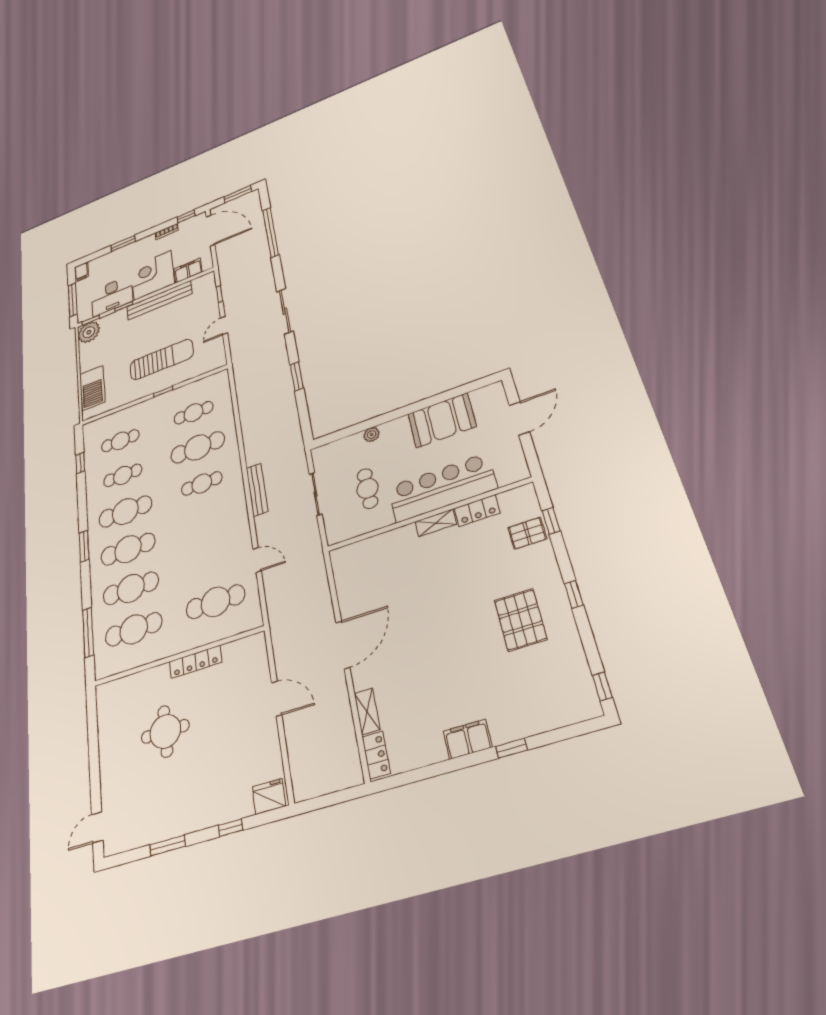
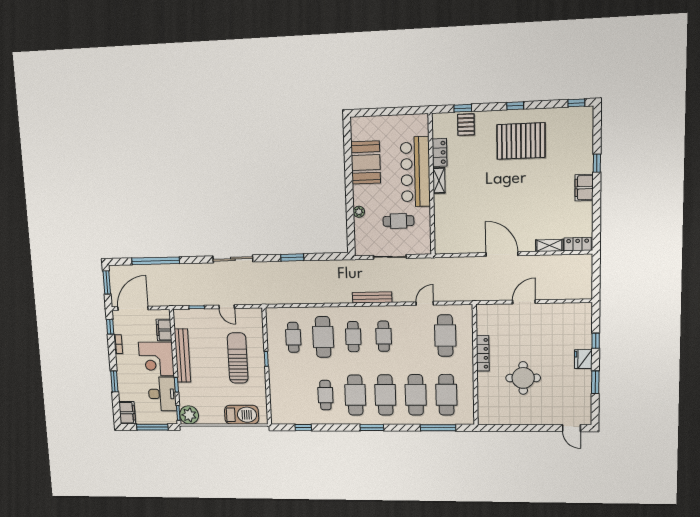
filing cabinet: (81, 272) -> (127, 413), width x2.00
door: (519, 418) -> (383, 112), removed
cafe table: (120, 441) -> (384, 336), moved
pallet: (521, 620) -> (521, 141), width x1.37, depth x1.41
fridge: (269, 796) -> (583, 359), moved

